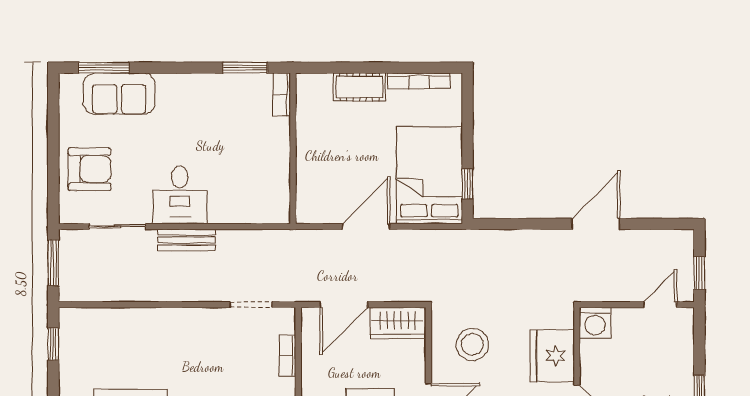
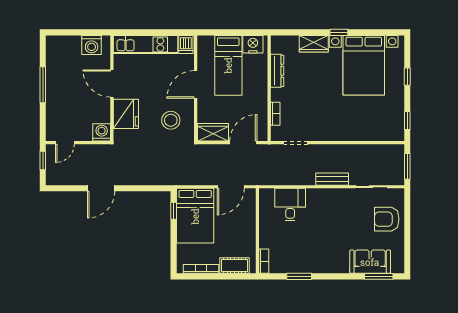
bookcase: (282, 95) -> (264, 261), moved
wall: (293, 148) -> (257, 231), moved
desk: (180, 195) -> (290, 205), moved

